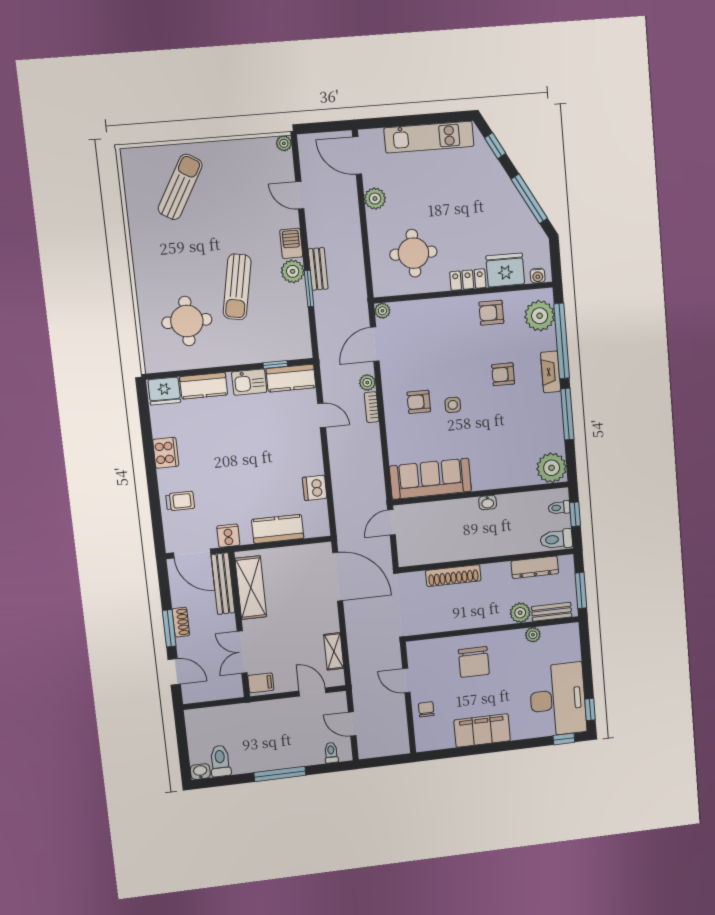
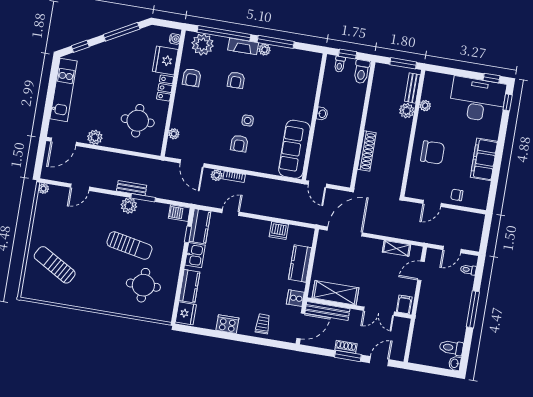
barbecue: (291, 243) -> (179, 213), moved
plant: (382, 311) -> (174, 134), moved
plant: (552, 468) -> (264, 50), moved, width x0.53, depth x0.53
dresser: (535, 567) -> (377, 92), removed

